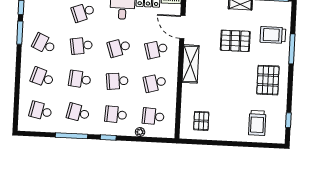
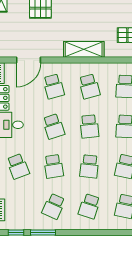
shelving: (191, 64) -> (84, 49), moved

